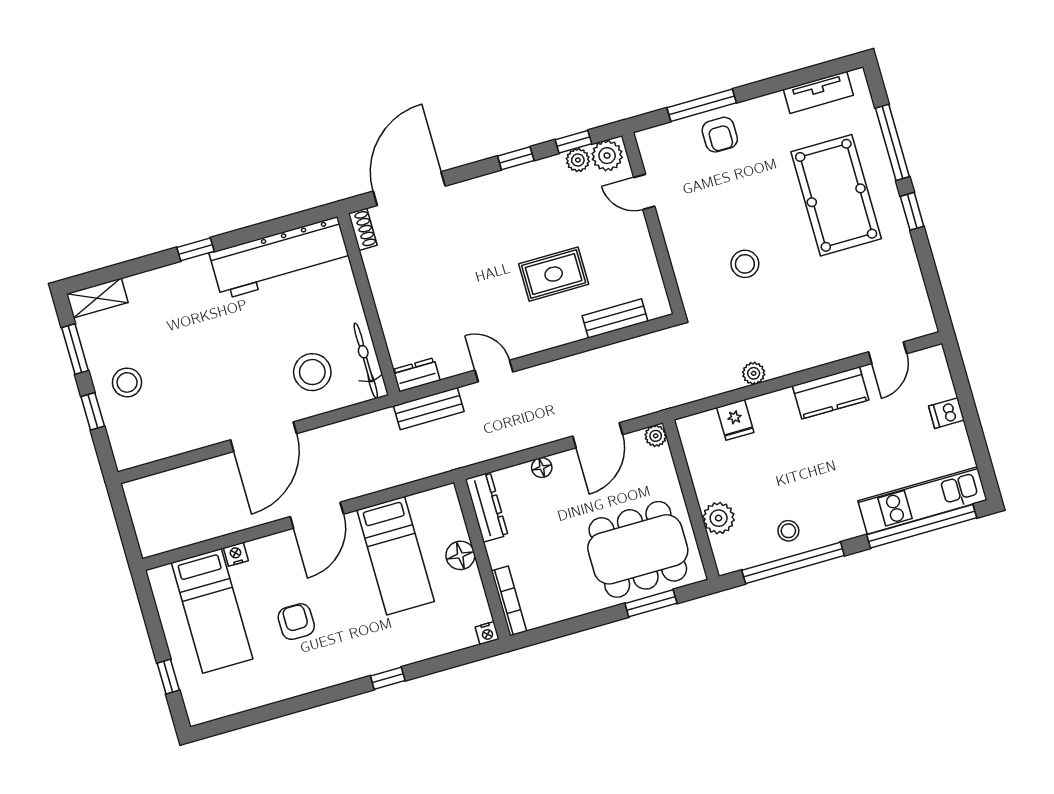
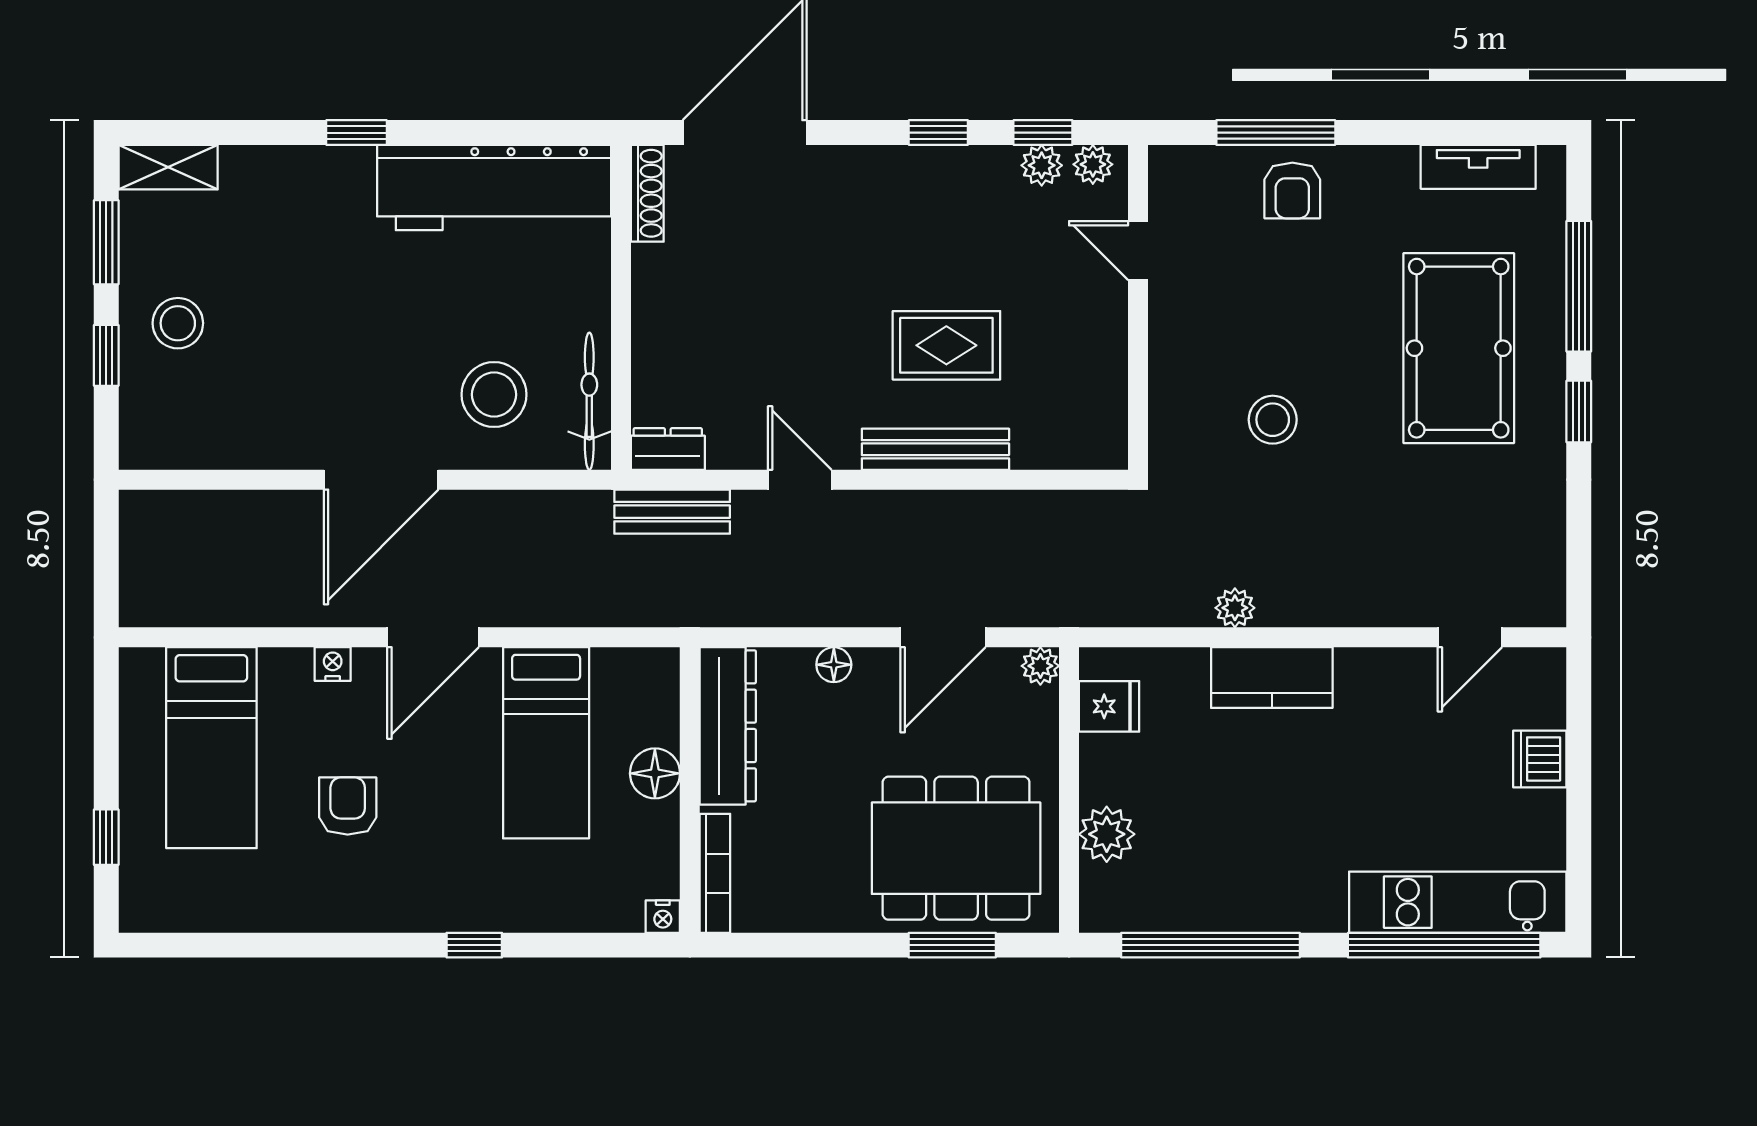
plant: (607, 156) -> (1093, 164), width x0.73, depth x0.73
shoe rack: (363, 229) -> (647, 193), width x1.43
bench: (615, 318) -> (935, 449), moved, width x1.36
kitchen counter: (831, 393) -> (1272, 678), moved
dishwasher: (946, 413) -> (1540, 759), width x1.38
fridge: (735, 420) -> (1109, 706), moved, turned -90
dresser: (487, 507) -> (728, 726), width x1.37, depth x1.24
stool: (788, 531) -> (1218, 889), removed
nightstand: (236, 554) -> (333, 664), moved

